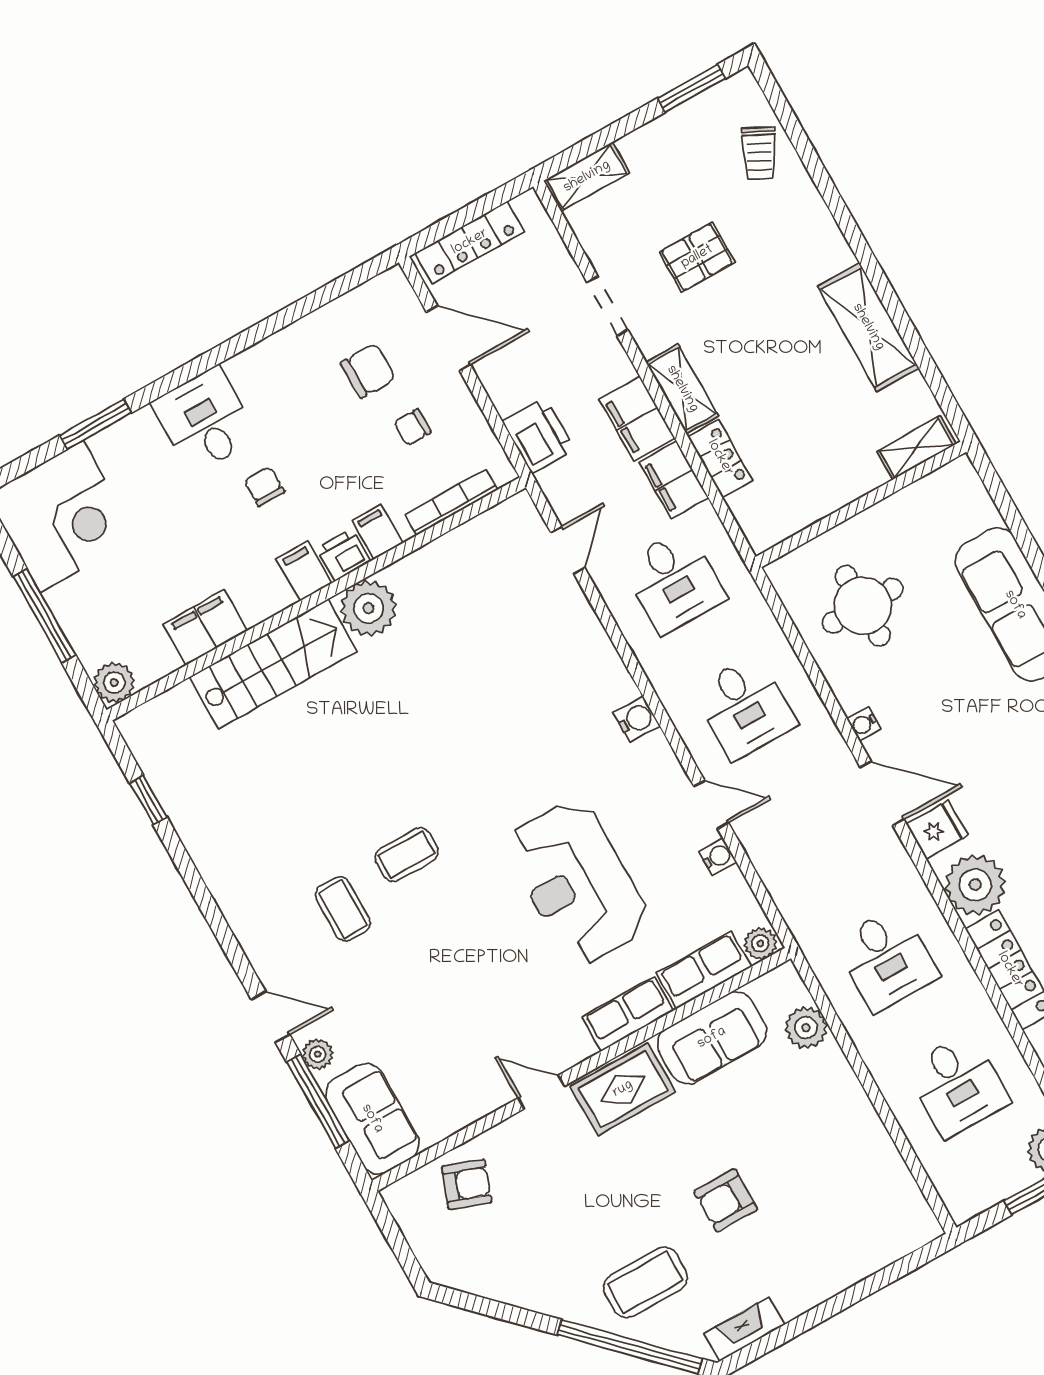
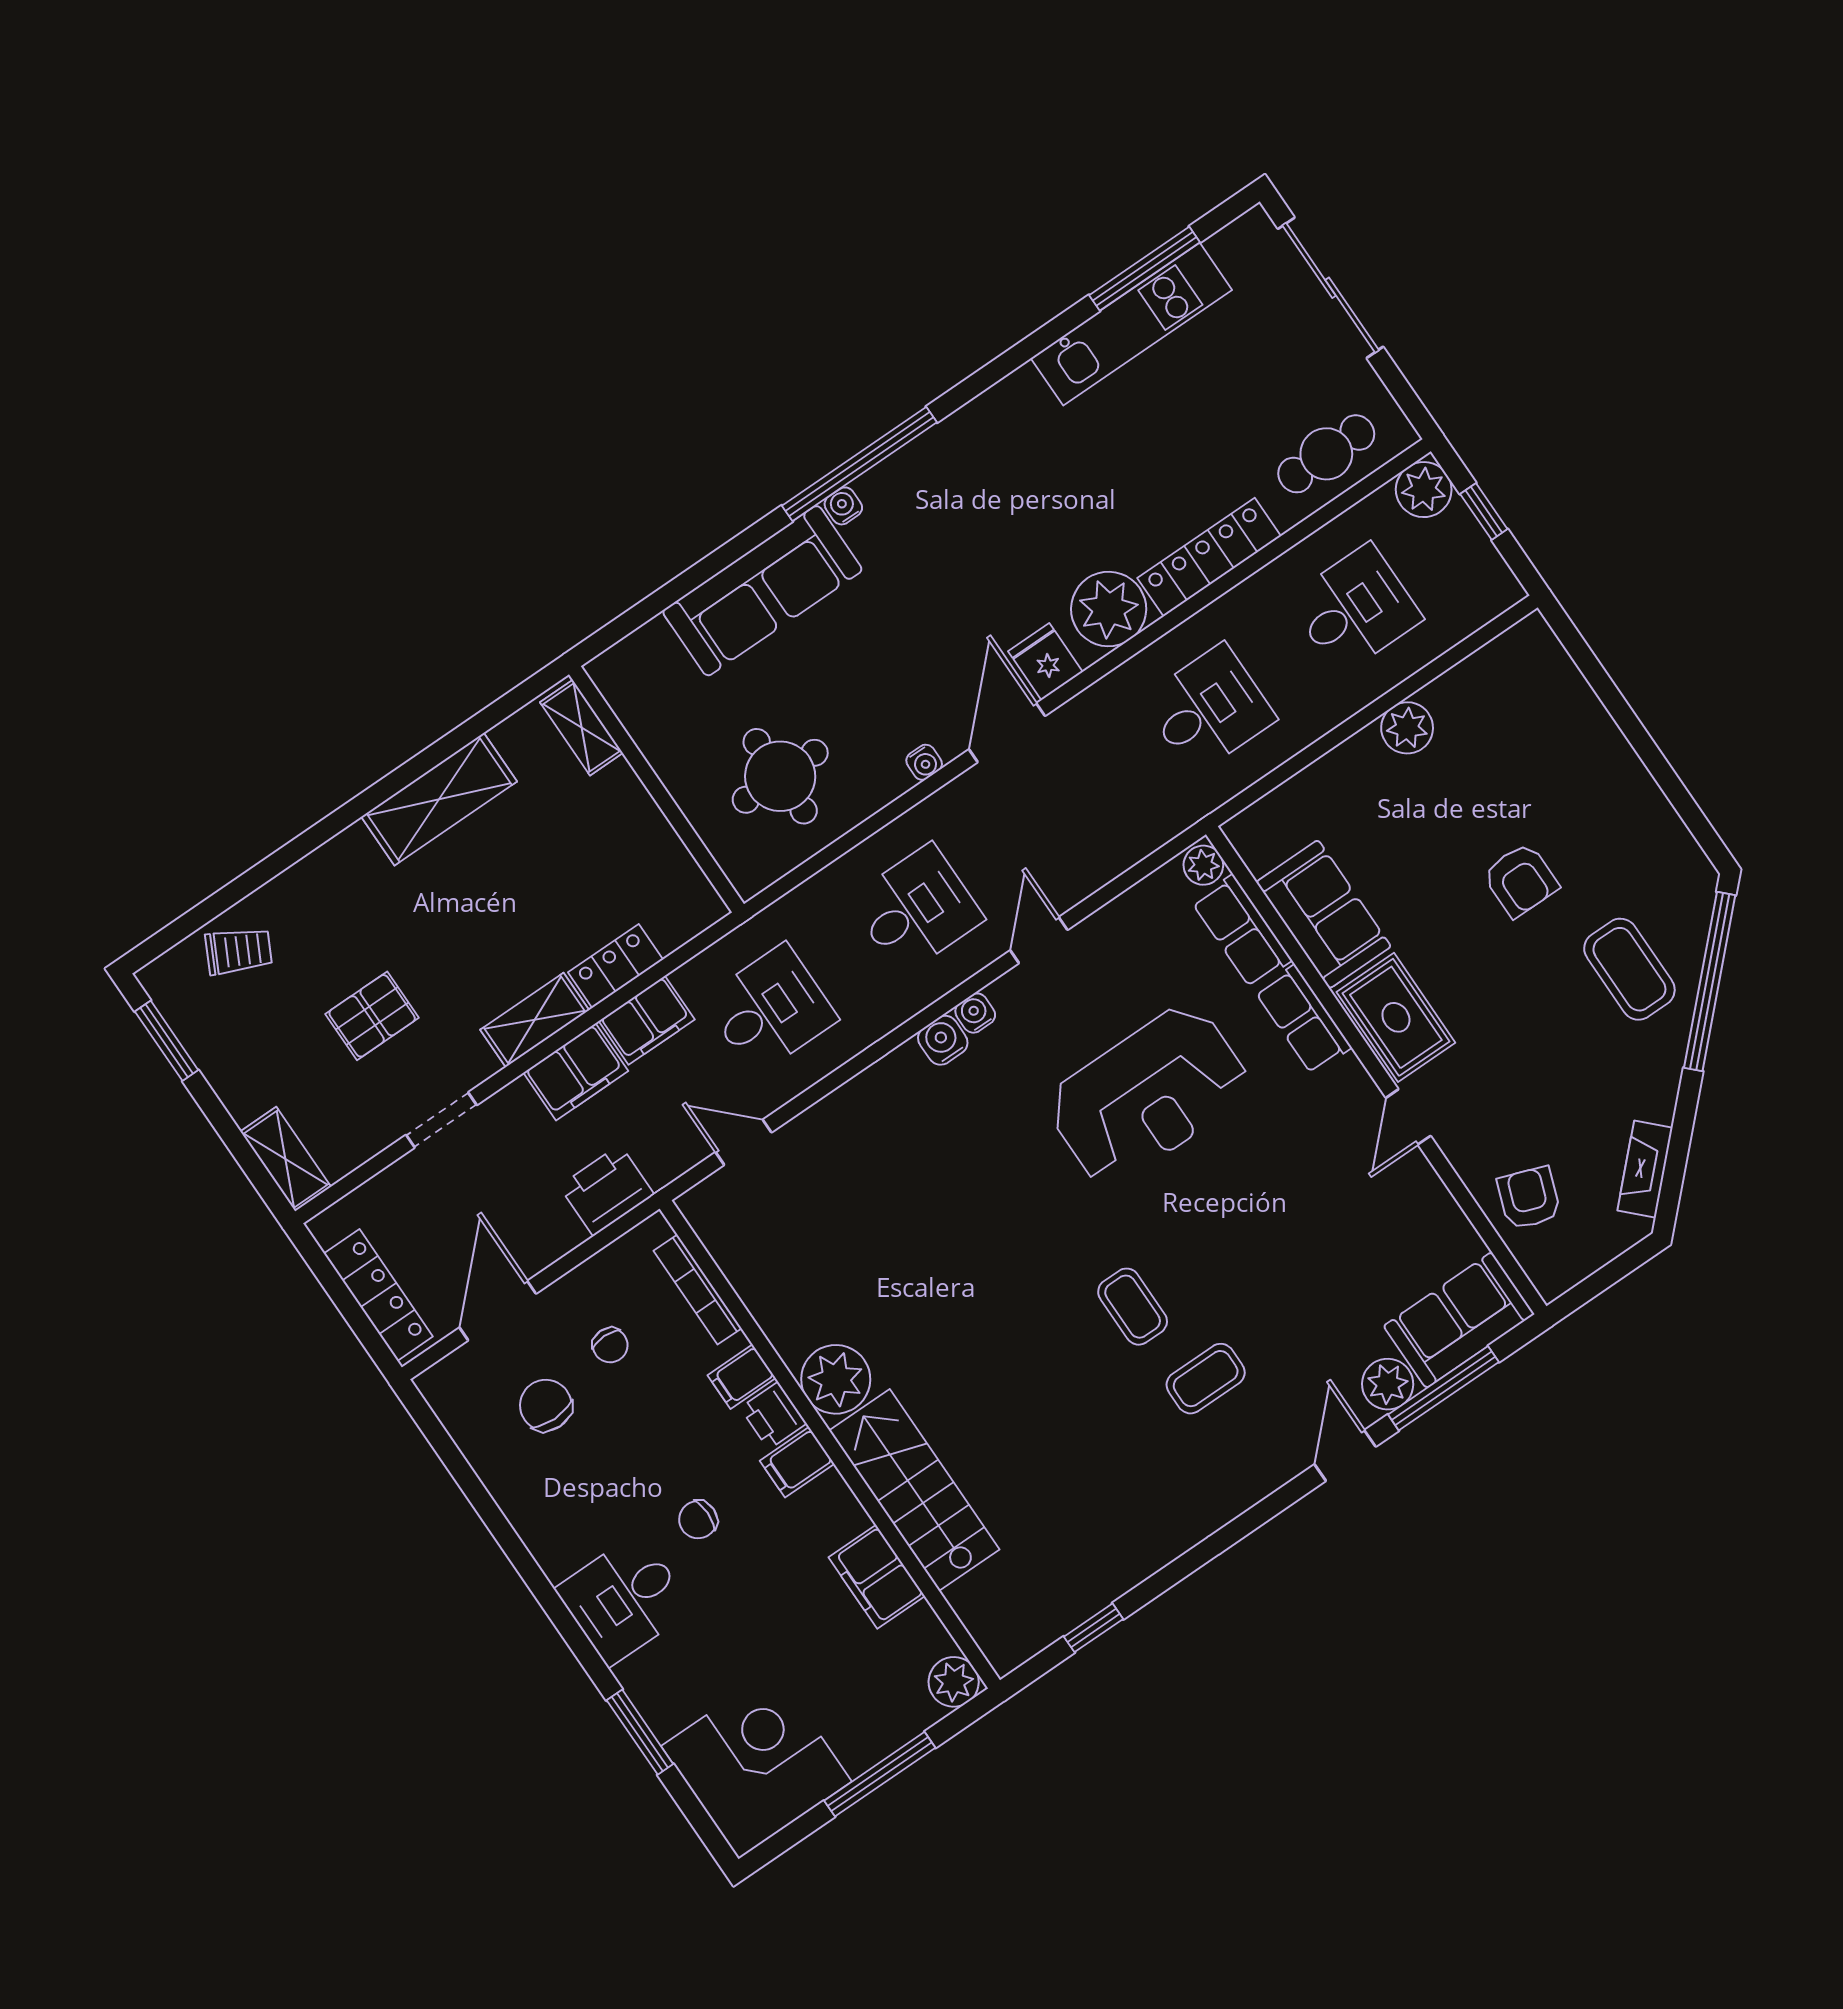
pallet: (697, 257) -> (372, 1016), turned 90
water cooler: (718, 857) -> (975, 1013), moved
plant: (806, 1028) -> (1407, 728), moved
plant: (318, 1054) -> (1388, 1384), width x1.38, depth x1.38
fireplace: (744, 1329) -> (1645, 1169), moved, turned 45

